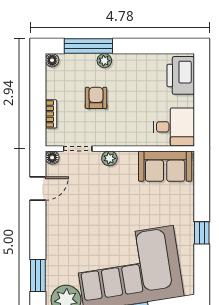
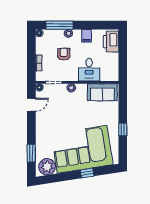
filing cabinet: (137, 65) -> (87, 36), added
desk: (174, 127) -> (89, 70), moved, turned 90

